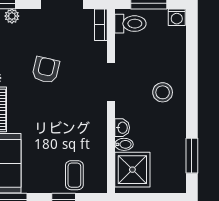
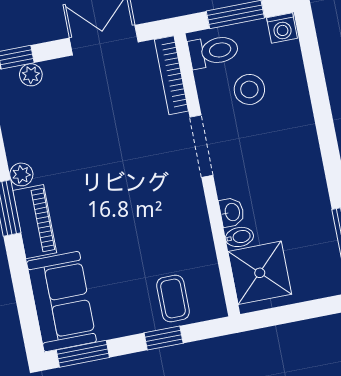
bookcase: (101, 25) -> (171, 75), width x1.56
armchair: (46, 70) -> (98, 147), removed
stool: (163, 92) -> (249, 89), moved

